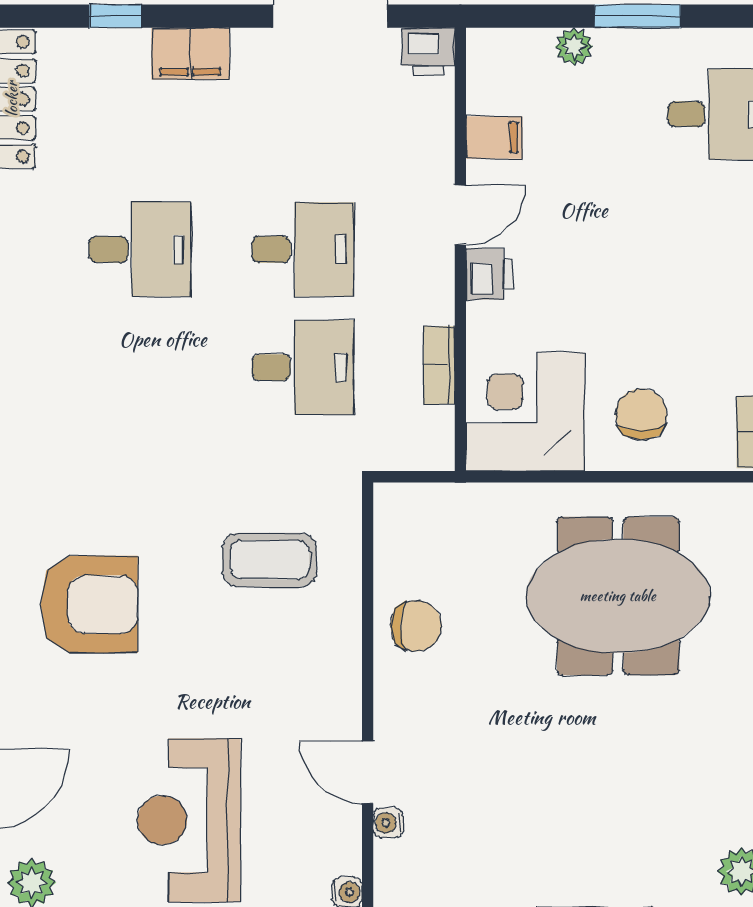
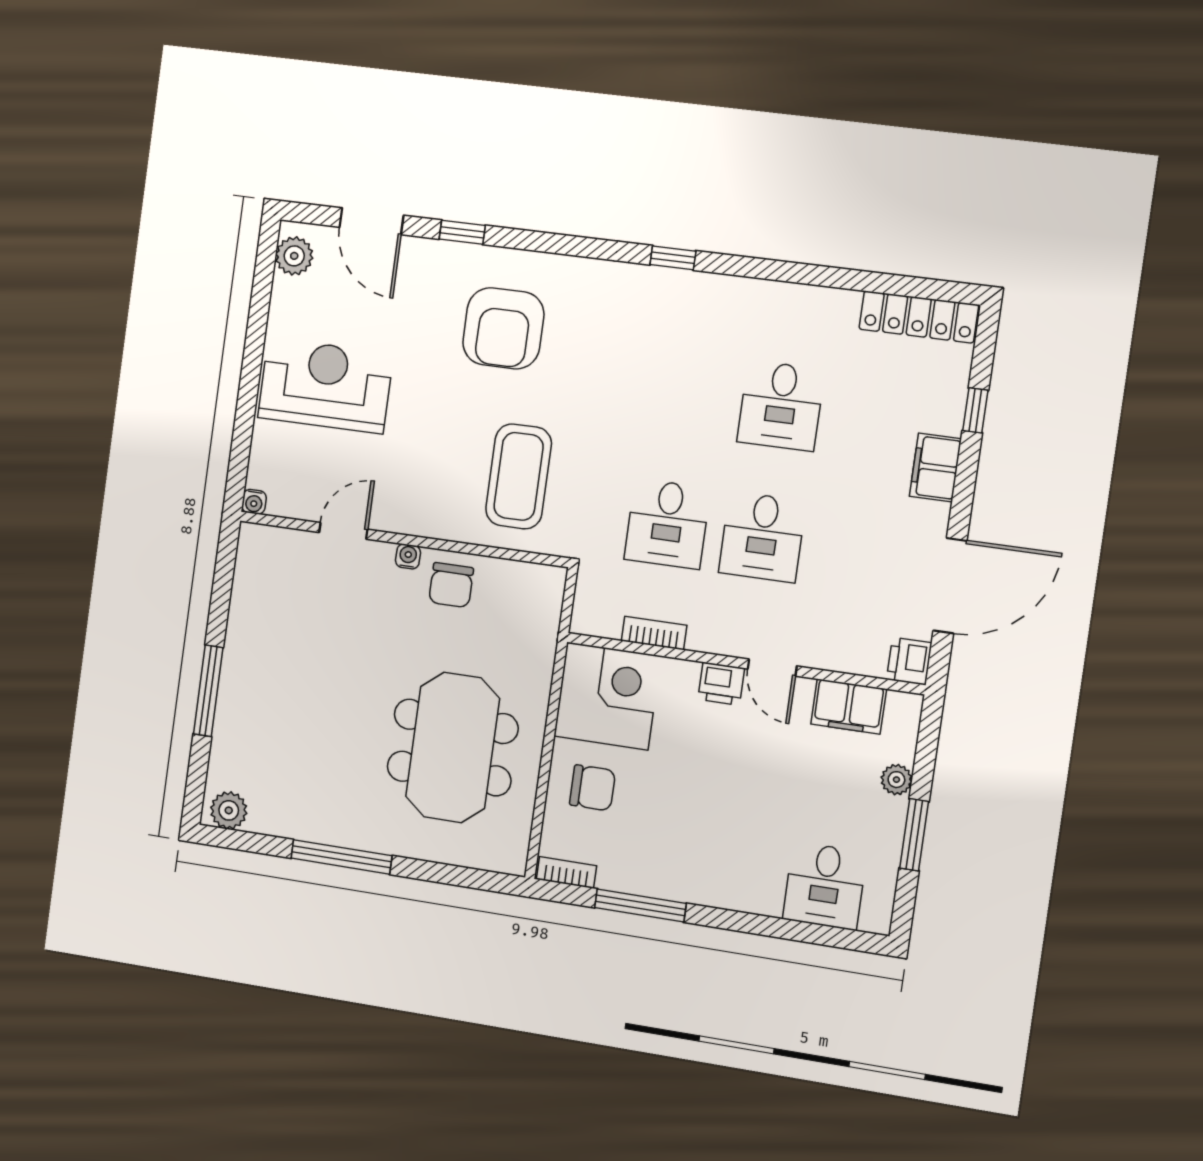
filing cabinet: (494, 137) -> (849, 707), width x2.00
coffee table: (270, 560) -> (519, 476), width x1.36, depth x1.32
water cooler: (388, 823) -> (408, 556), moved

